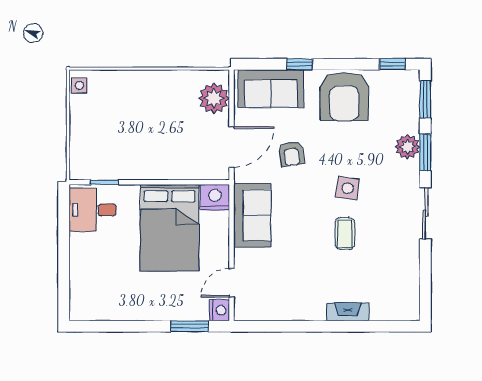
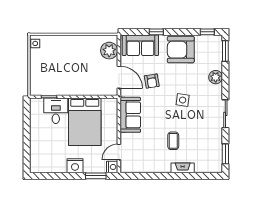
armchair: (344, 97) -> (181, 50), turned 90
door: (232, 147) -> (119, 77), hinge flipped
window: (425, 152) -> (225, 154), moved
nightstand: (215, 197) -> (75, 166), moved, turned 180
desk: (93, 210) -> (56, 111), moved, turned 90
coffee table: (345, 234) -> (173, 141), moved

